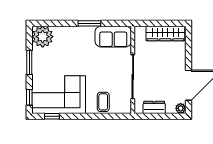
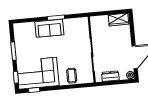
wardrobe: (165, 33) -> (118, 19), width x0.67
plant: (43, 37) -> (22, 31), removed
sofa: (113, 37) -> (49, 28), moved

